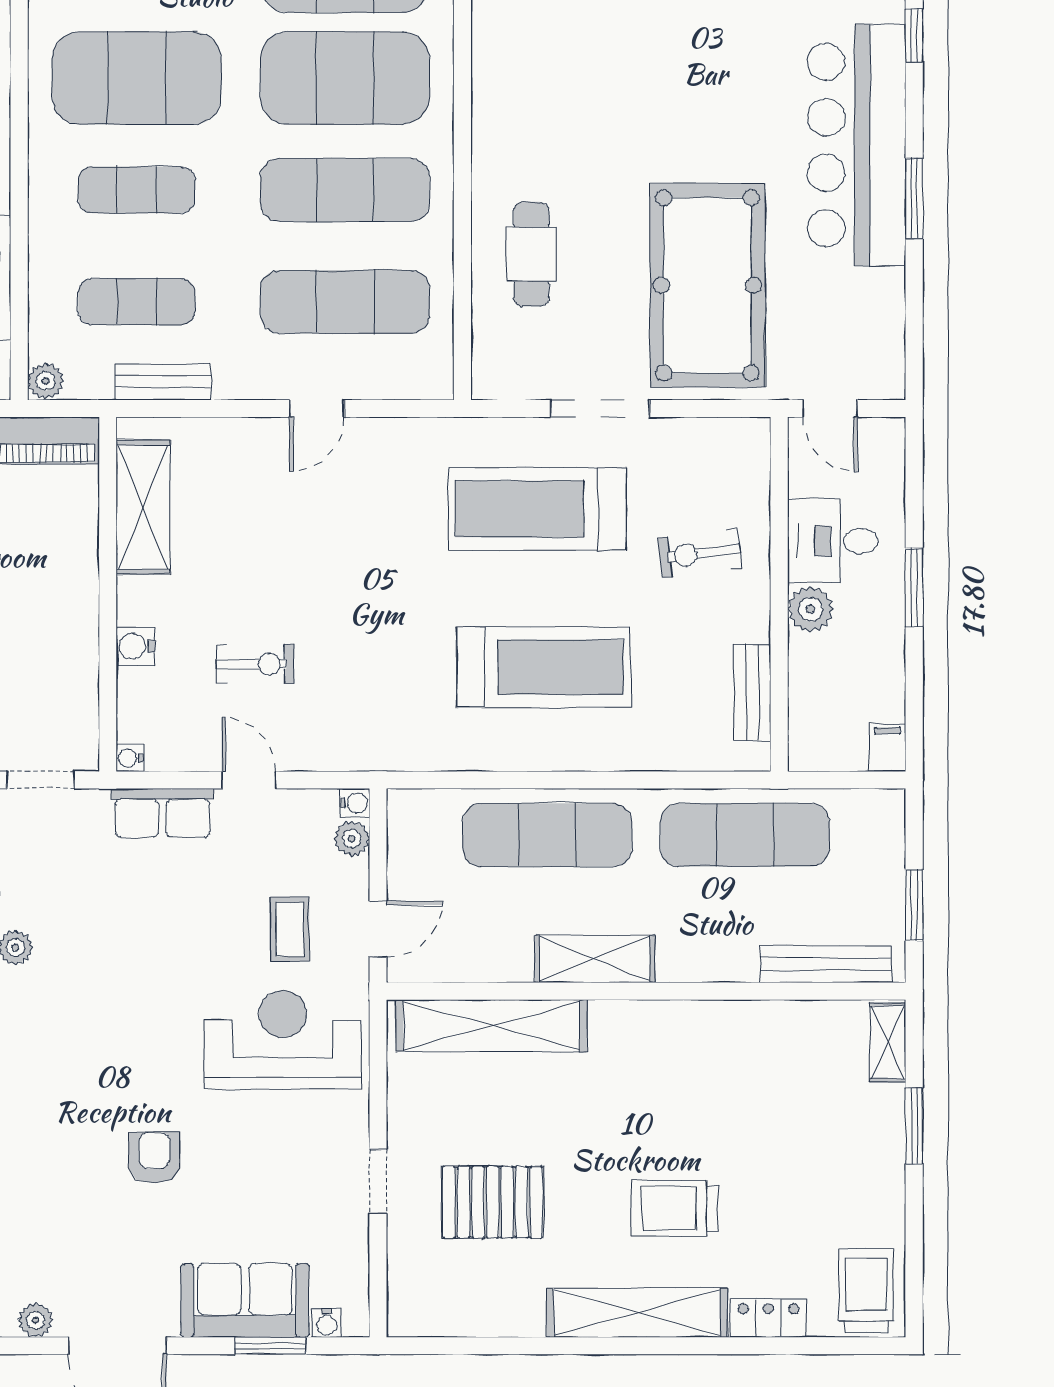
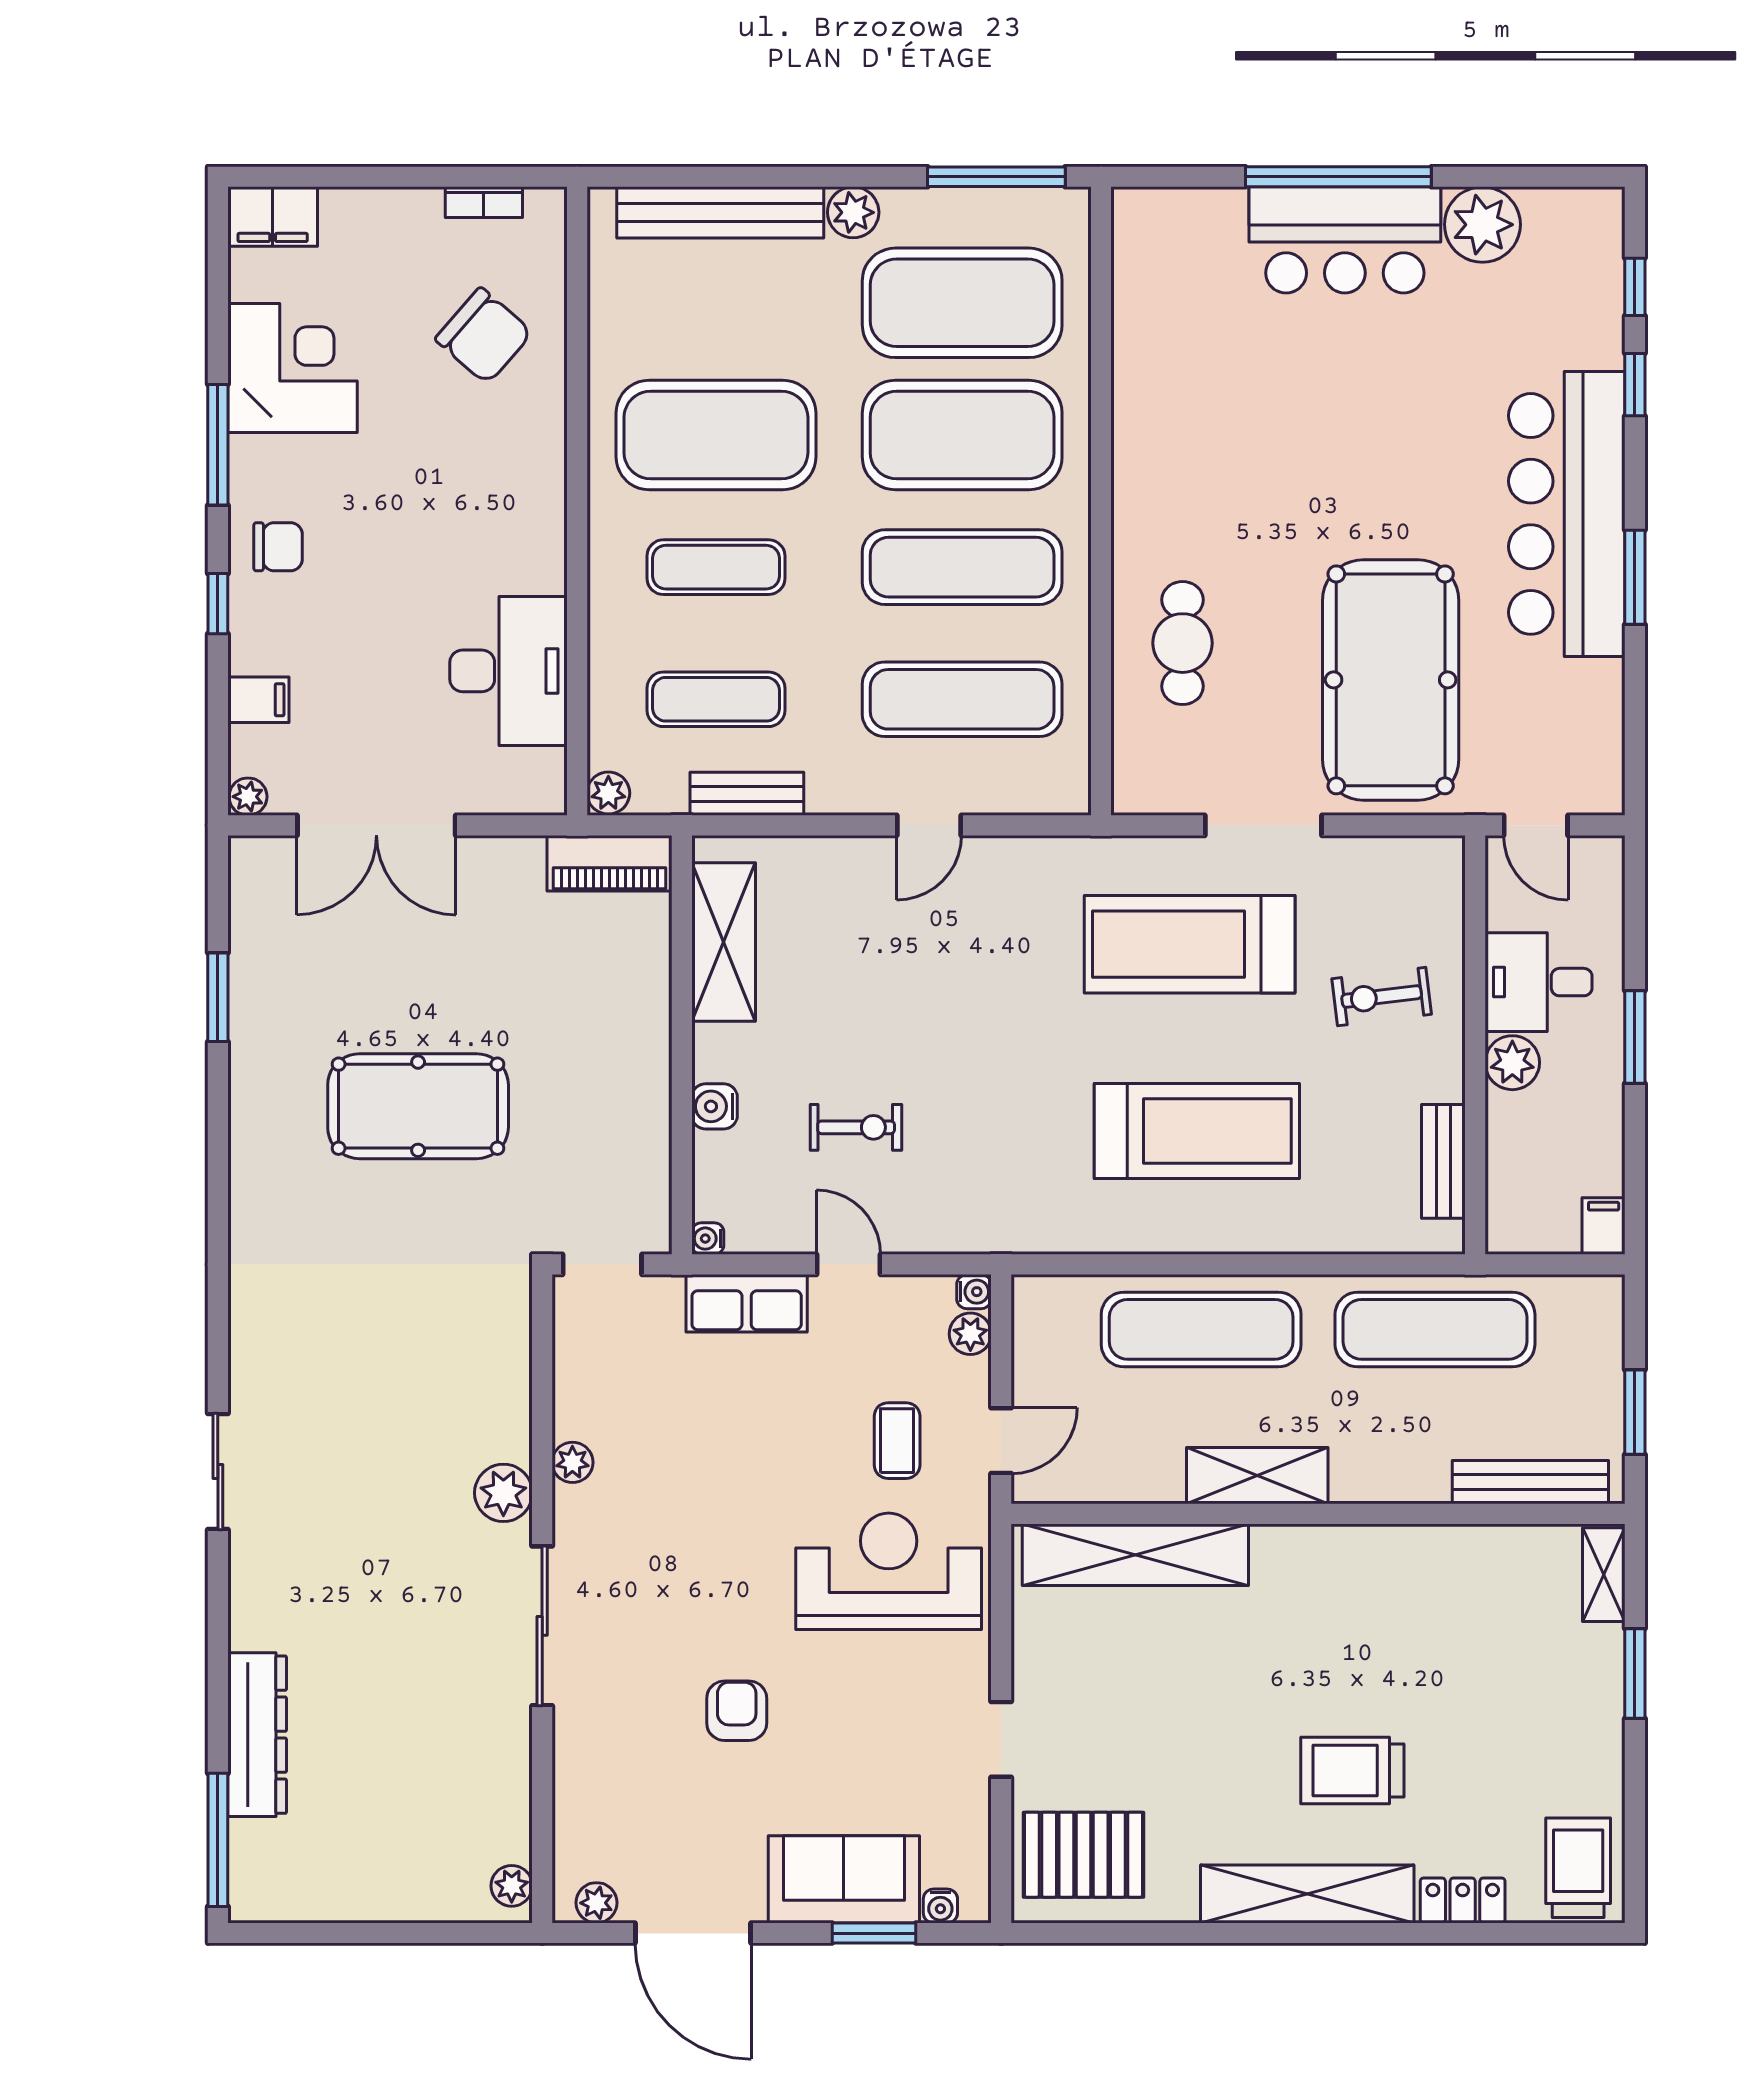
pallet: (493, 1202) -> (1083, 1855), moved

